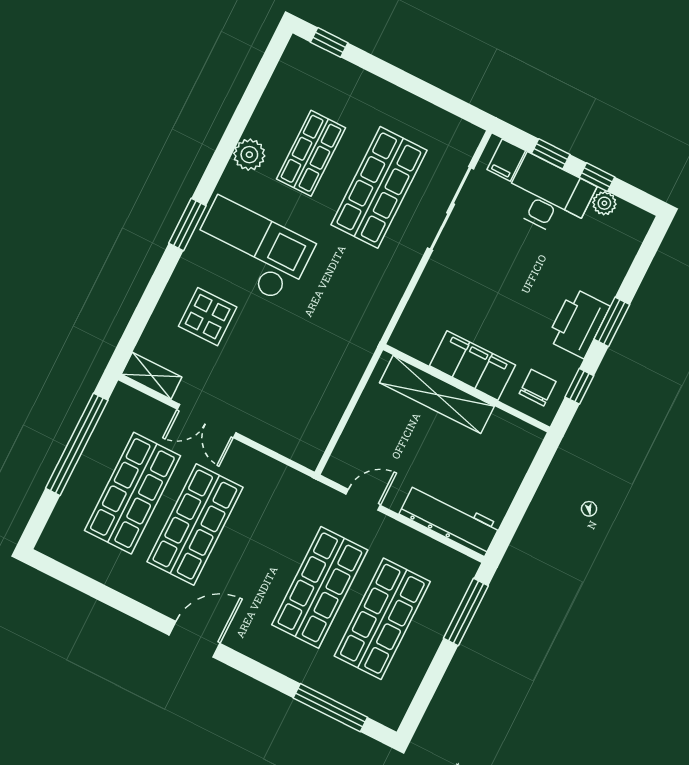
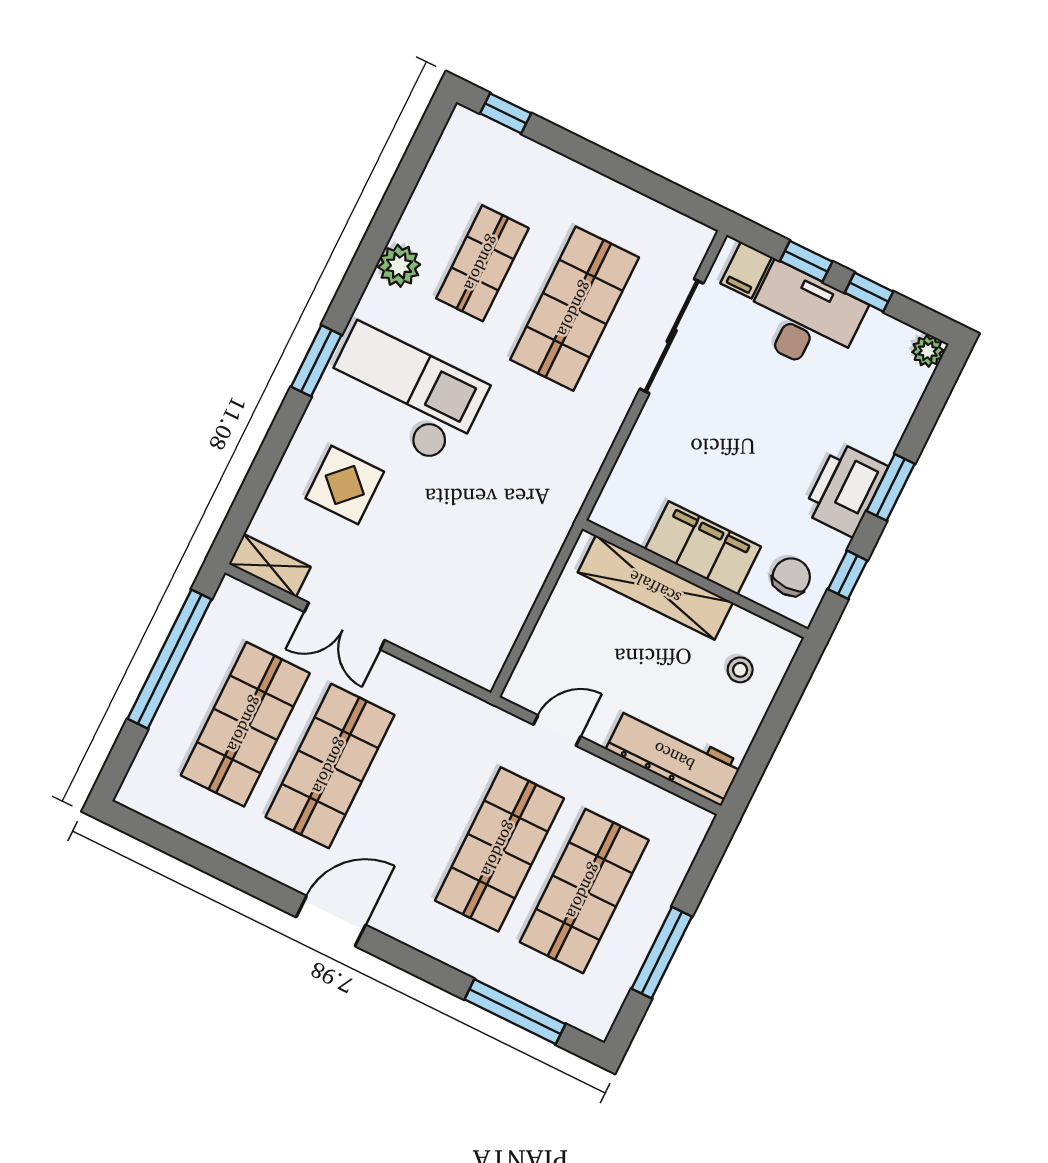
plant: (604, 203) -> (928, 351), moved
stool: (499, 456) -> (740, 670), added
window: (466, 612) -> (662, 953), moved

